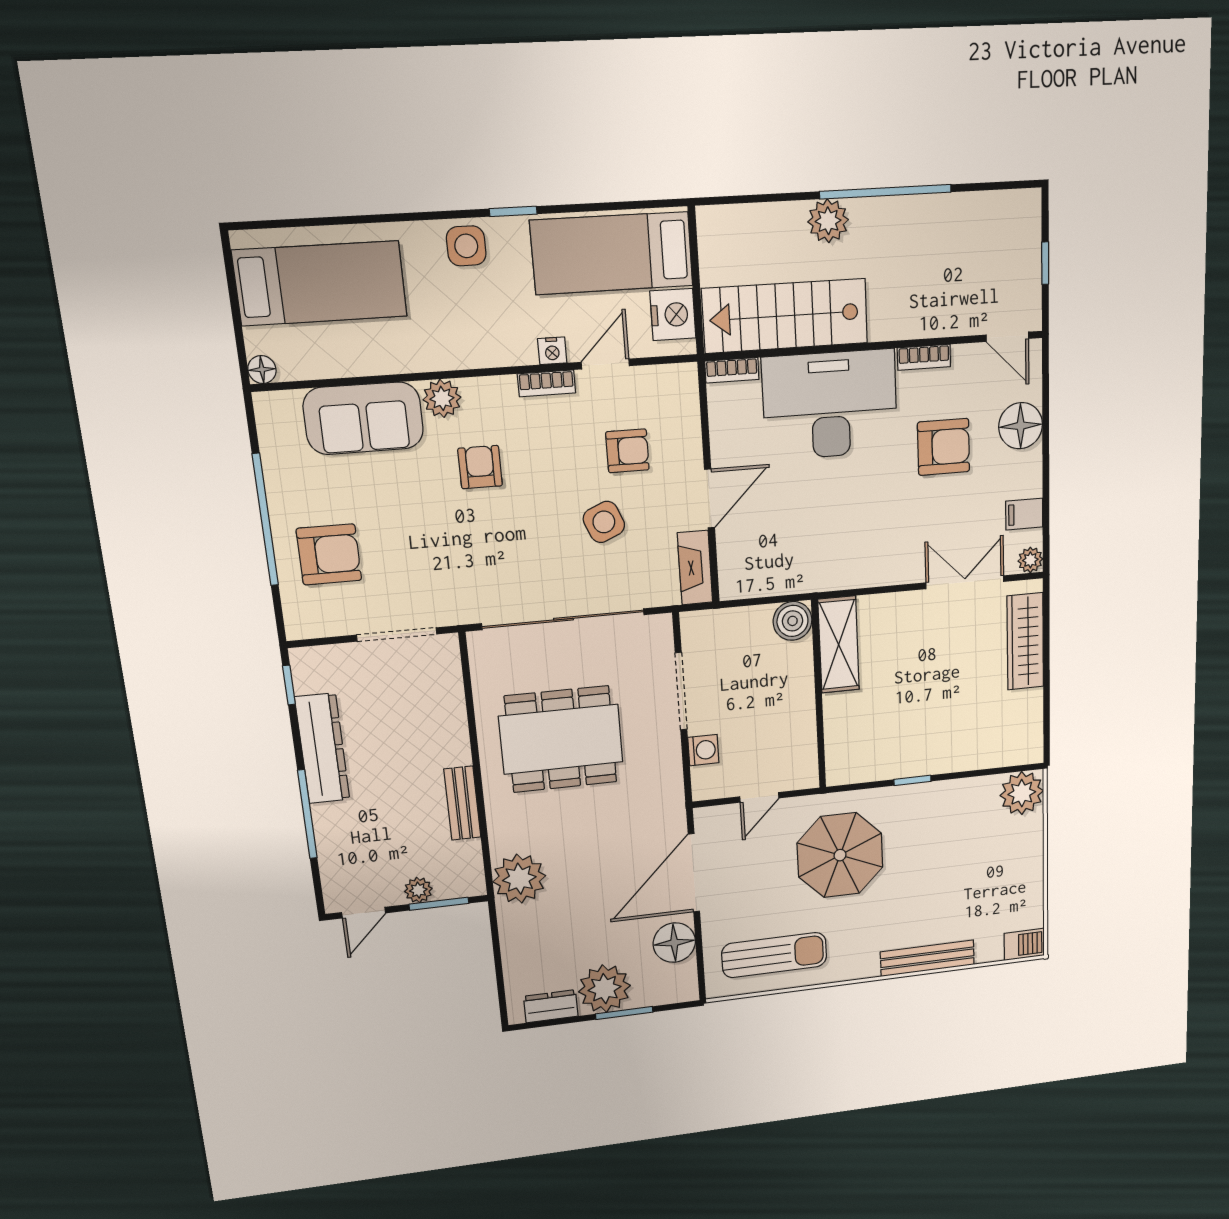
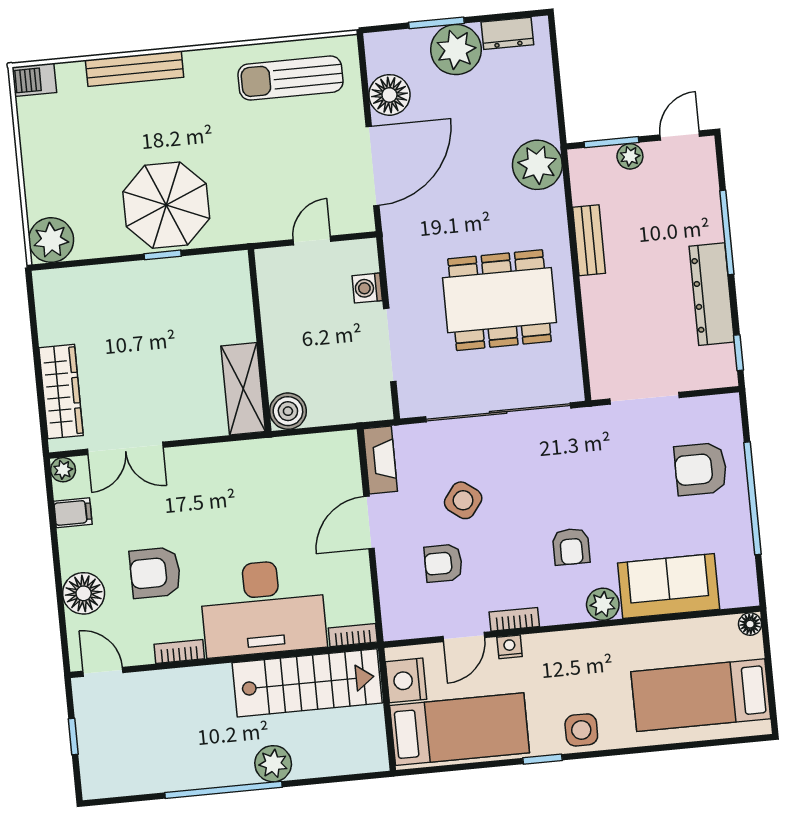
side table: (604, 522) -> (463, 500), turned -30
parasol: (840, 855) -> (166, 205), moved

